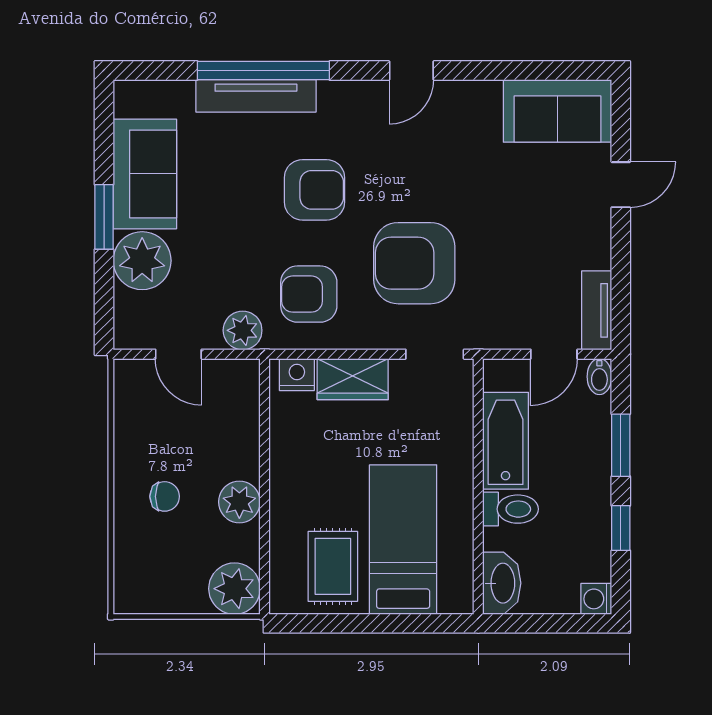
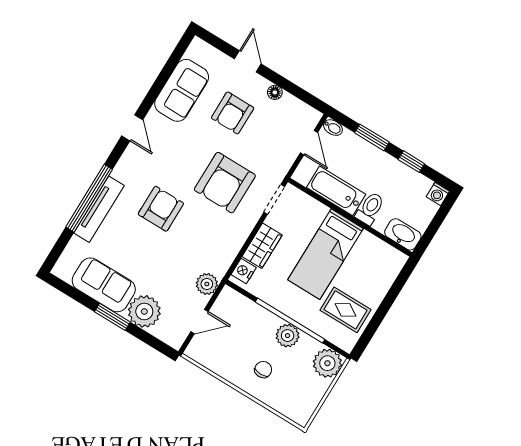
sofa: (557, 111) -> (182, 90), moved
floor lamp: (599, 255) -> (275, 92), added
armchair: (309, 294) -> (233, 113), moved
tv unit: (597, 310) -> (301, 110), removed
window: (265, 492) -> (290, 321), added
bed: (403, 540) -> (326, 254), moved, turned -90

